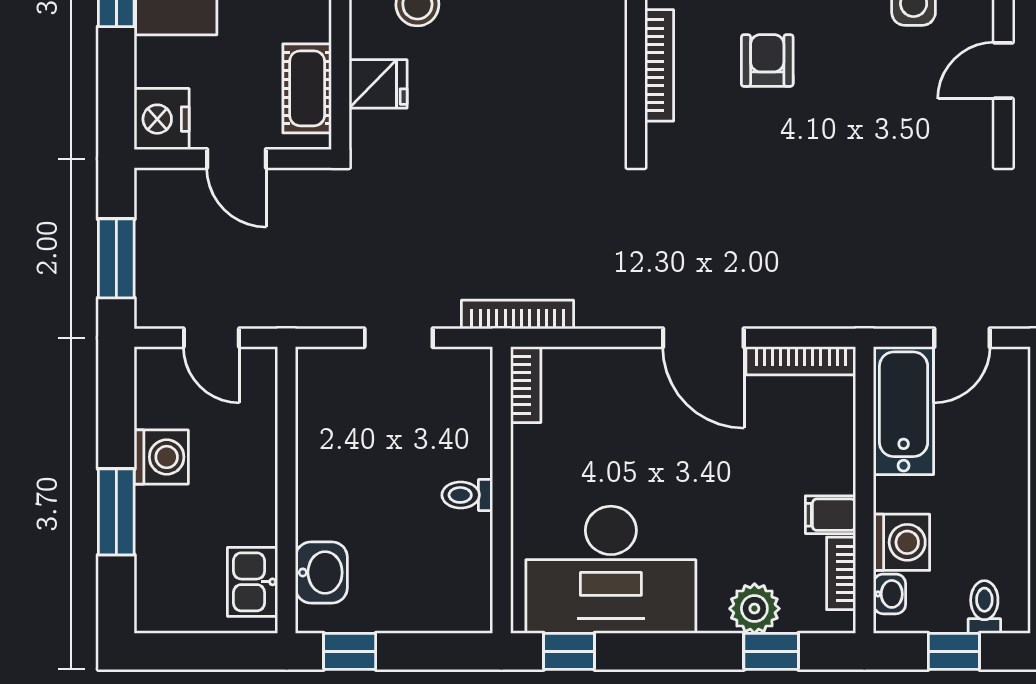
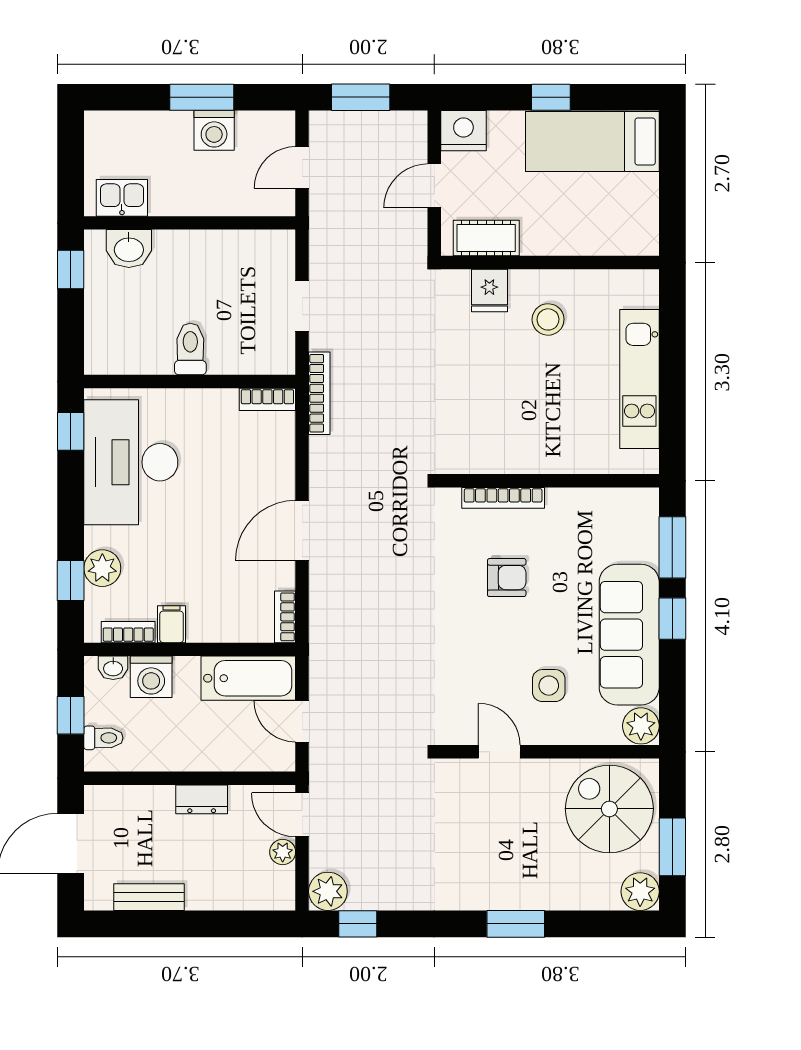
bookcase: (801, 361) -> (285, 617), width x0.64
toilet: (467, 495) -> (190, 349), width x1.37, depth x1.39
window: (116, 512) -> (202, 97), moved

